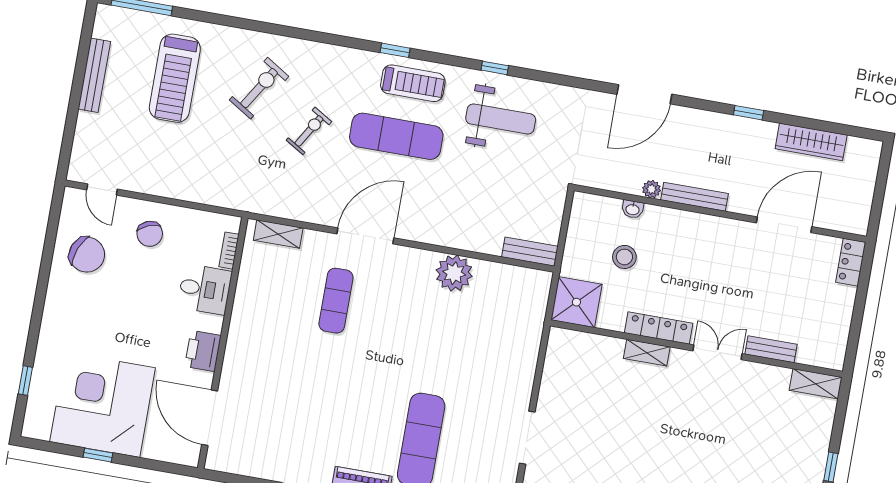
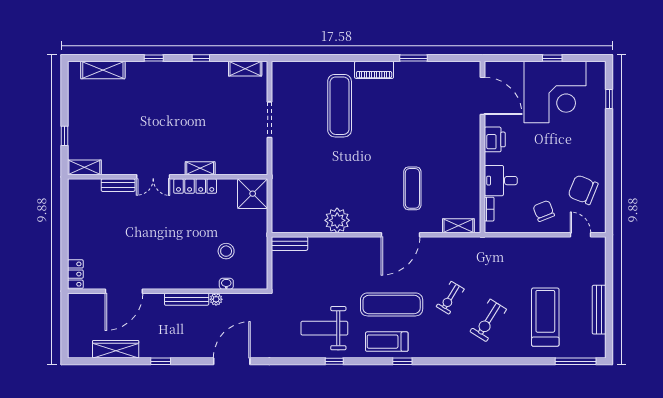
shower: (576, 302) -> (253, 194), moved
locker: (659, 328) -> (195, 186), moved
wall: (696, 349) -> (168, 177), moved
bench: (771, 349) -> (118, 185), moved
double door: (717, 352) -> (153, 177), moved
shelving: (647, 353) -> (200, 168), moved
shelving: (816, 384) -> (84, 167), moved

